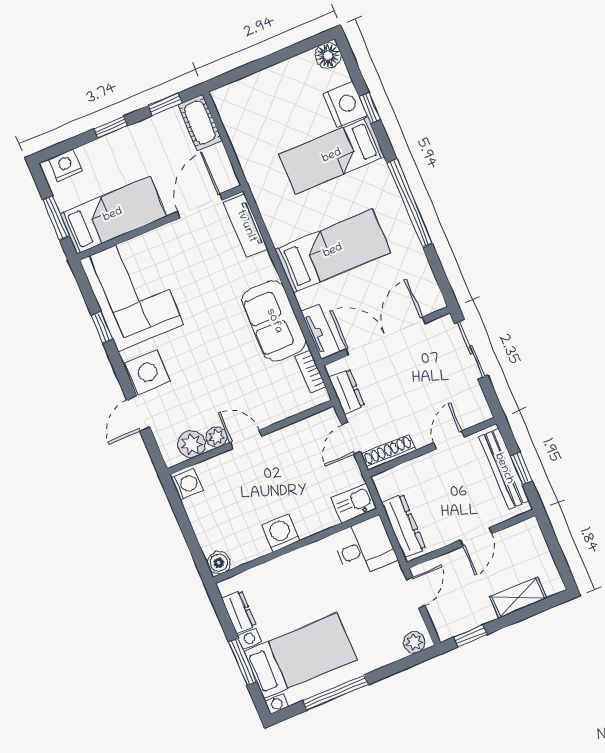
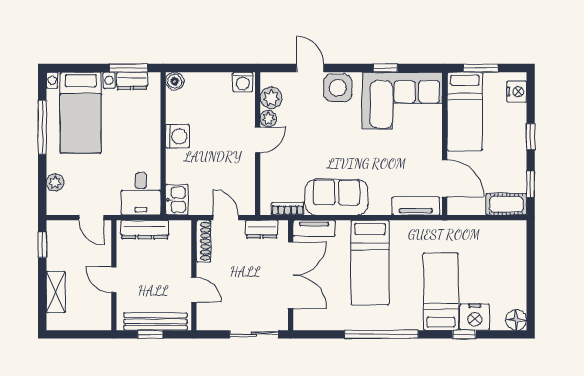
plant: (414, 642) -> (55, 183), moved
window: (243, 662) -> (129, 68), moved

